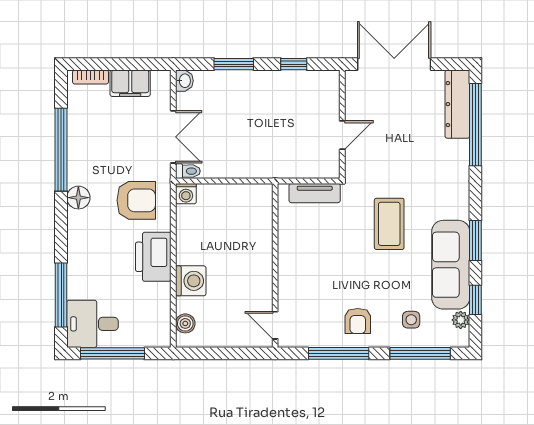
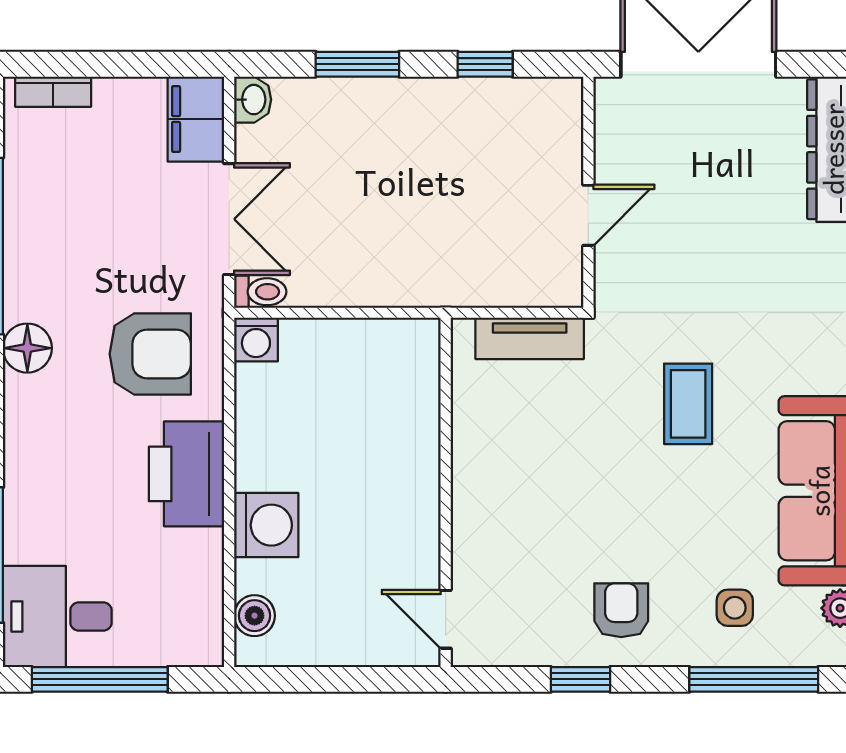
filing cabinet: (130, 83) -> (196, 119), moved, turned 90
coffee table: (389, 224) -> (688, 404), width x0.73, depth x0.77
armchair: (358, 321) -> (621, 610), turned 180
window: (339, 353) -> (580, 679), width x0.46

